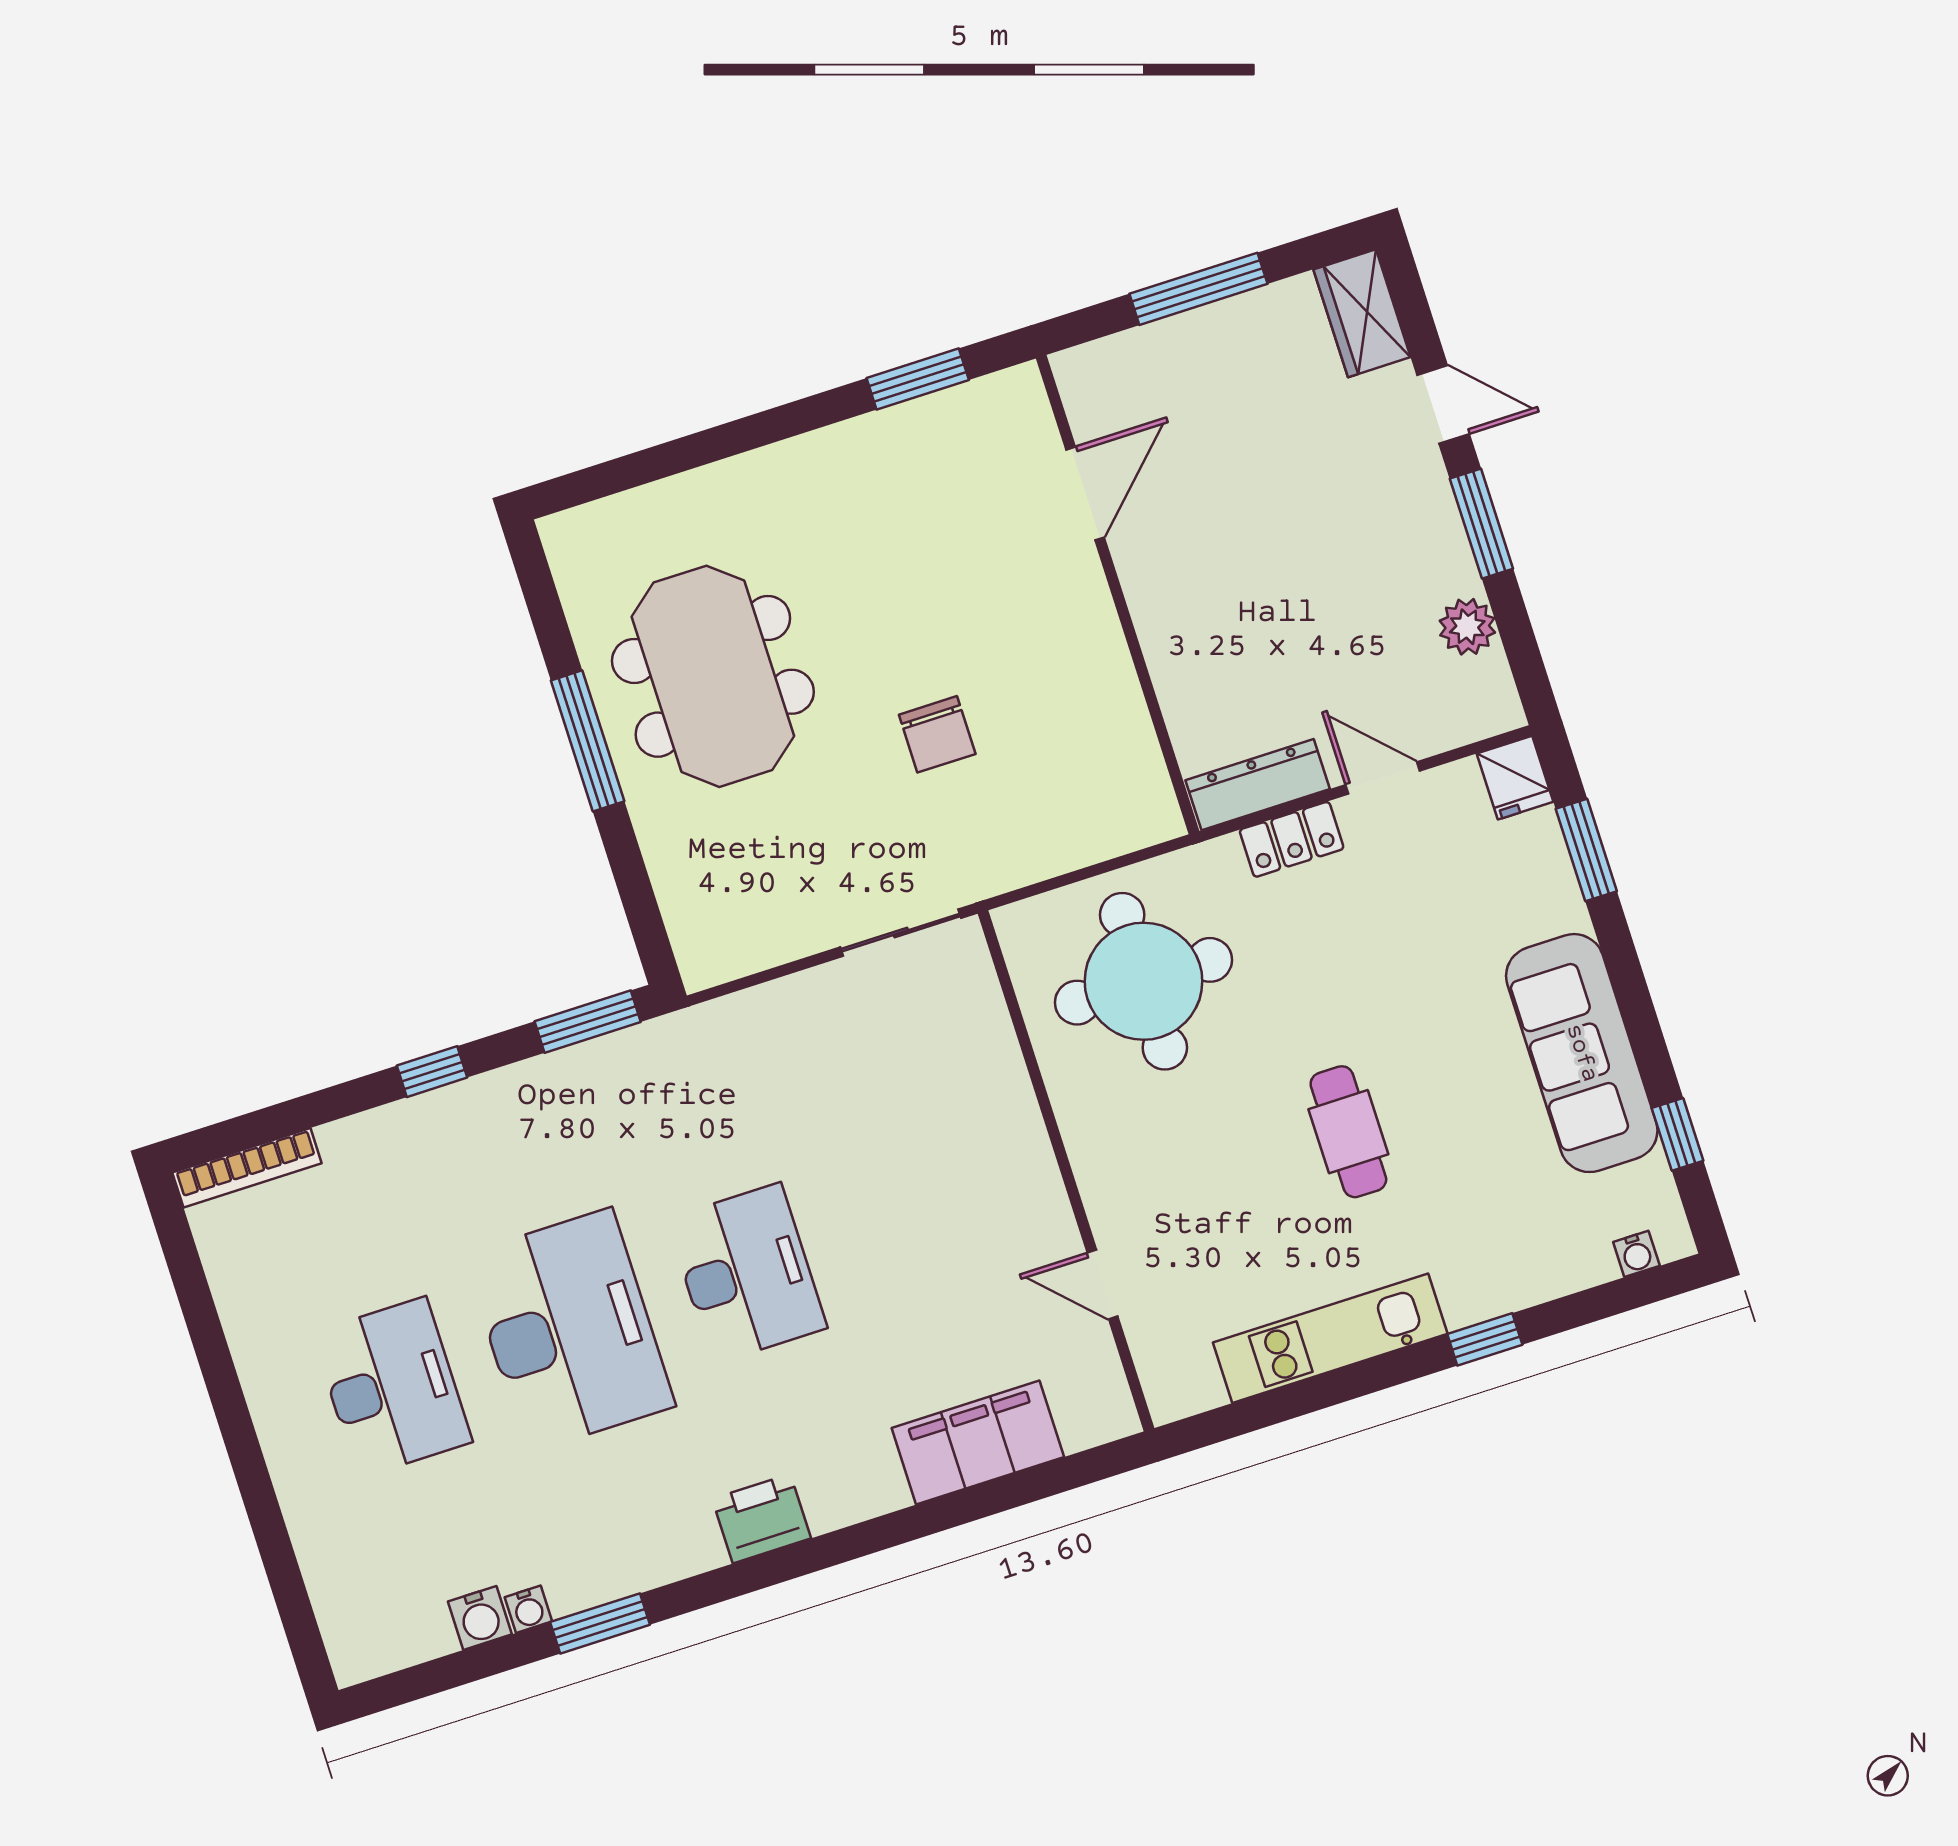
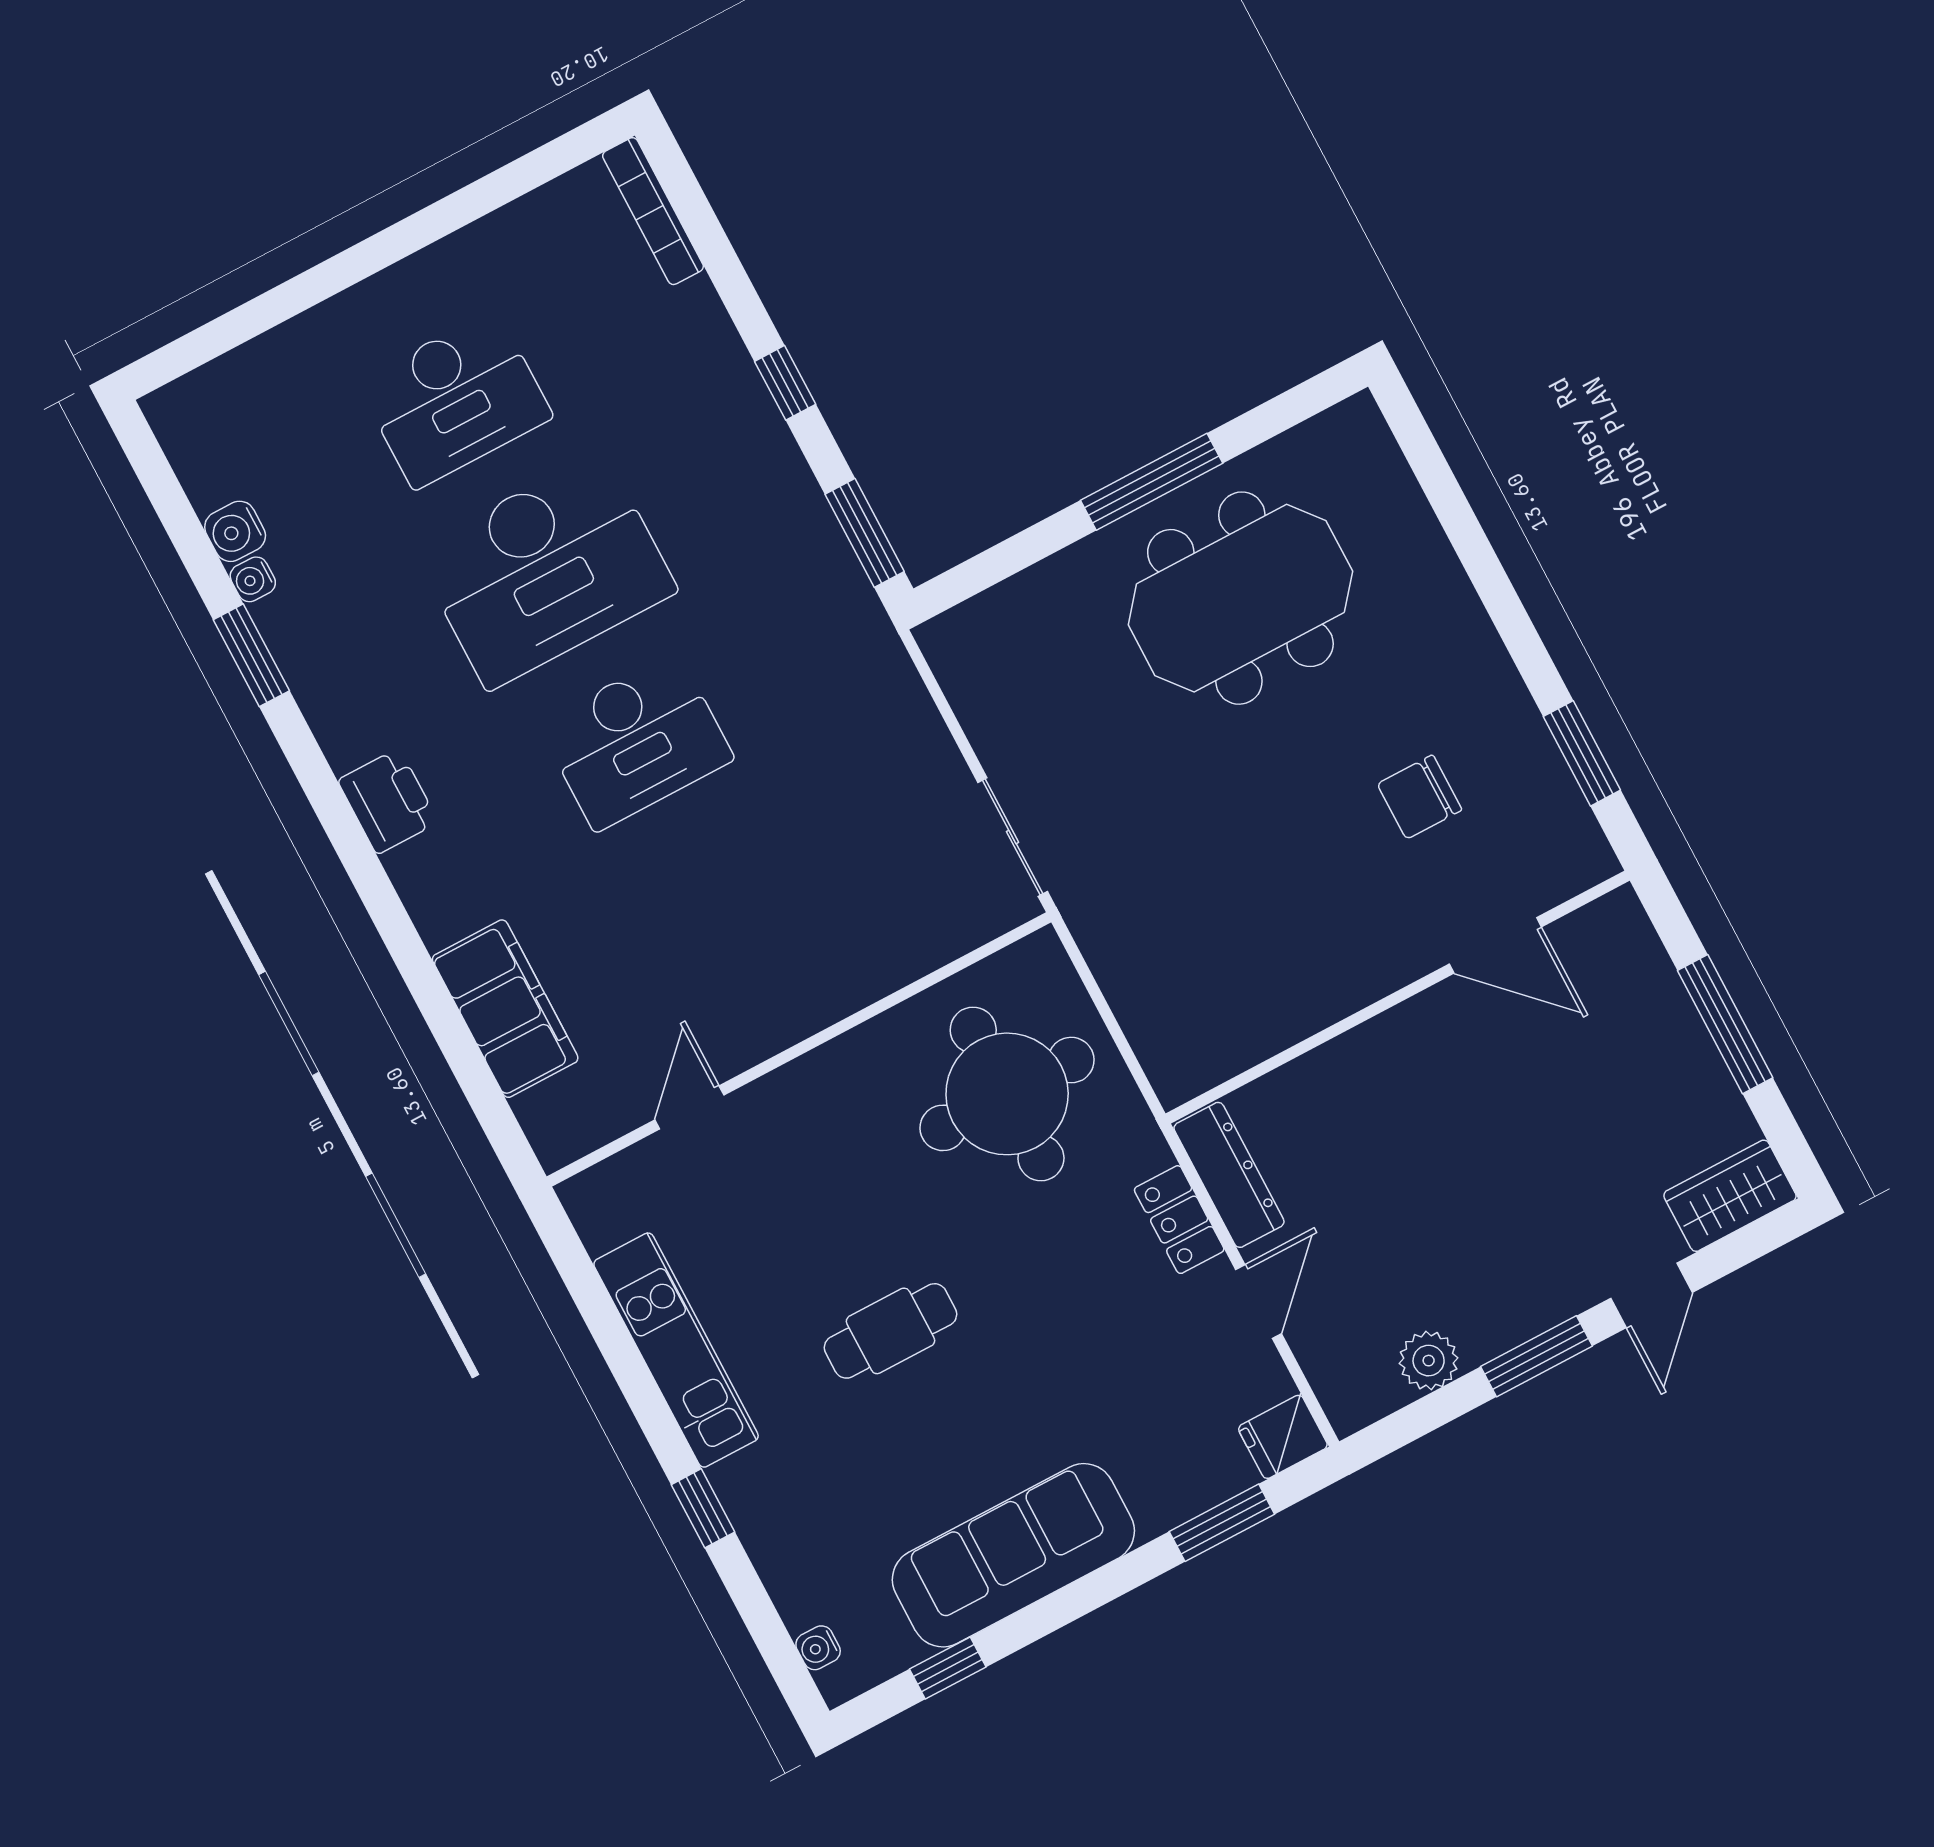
chair: (937, 734) -> (1420, 797), moved

